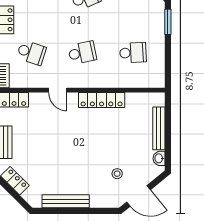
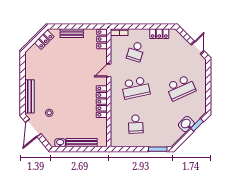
school desk: (82, 53) -> (136, 88), width x1.85
bench: (66, 201) -> (29, 96), moved

